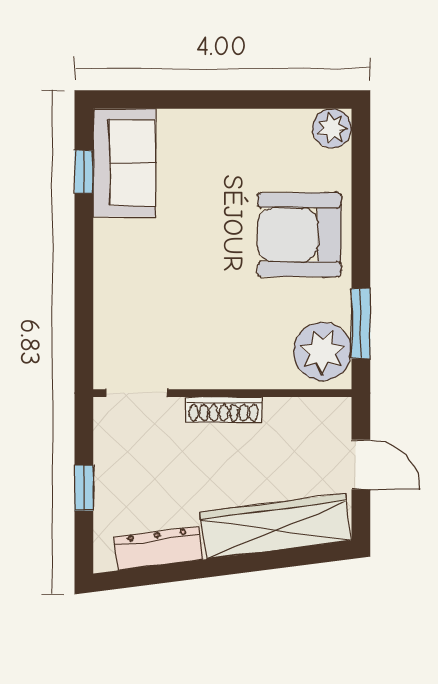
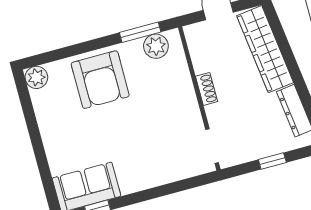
plant: (322, 352) -> (156, 46), width x0.73, depth x0.73
shoe rack: (224, 410) -> (207, 89), width x0.70

